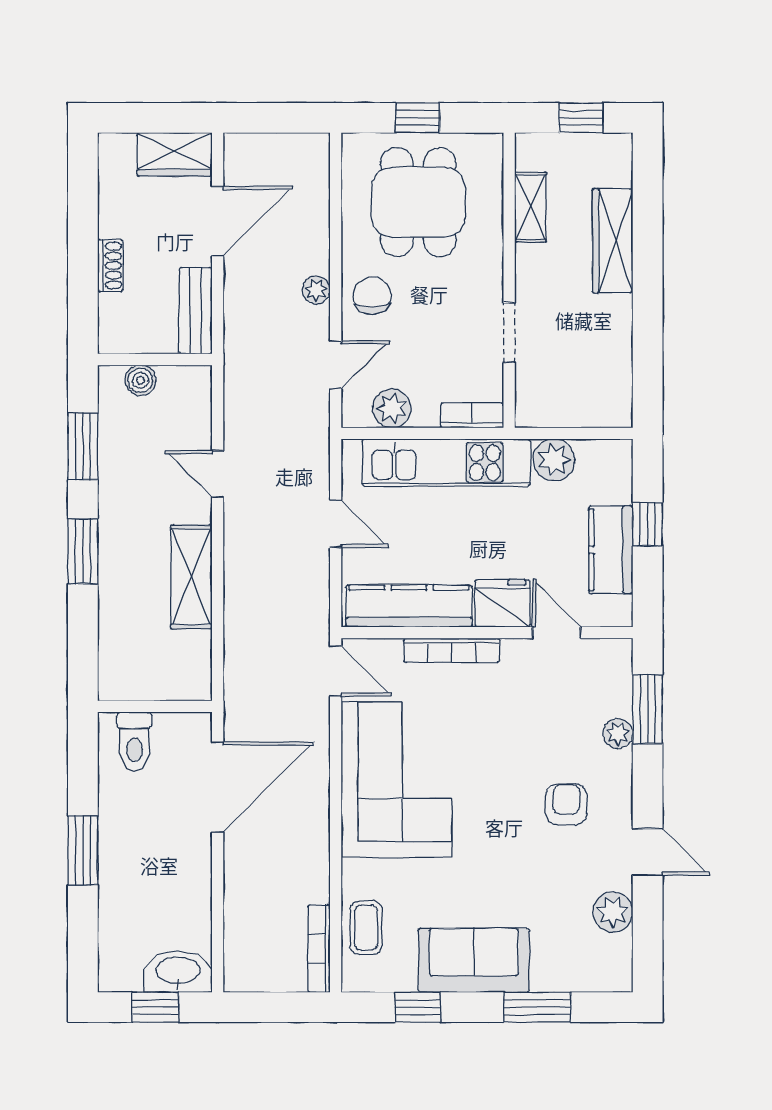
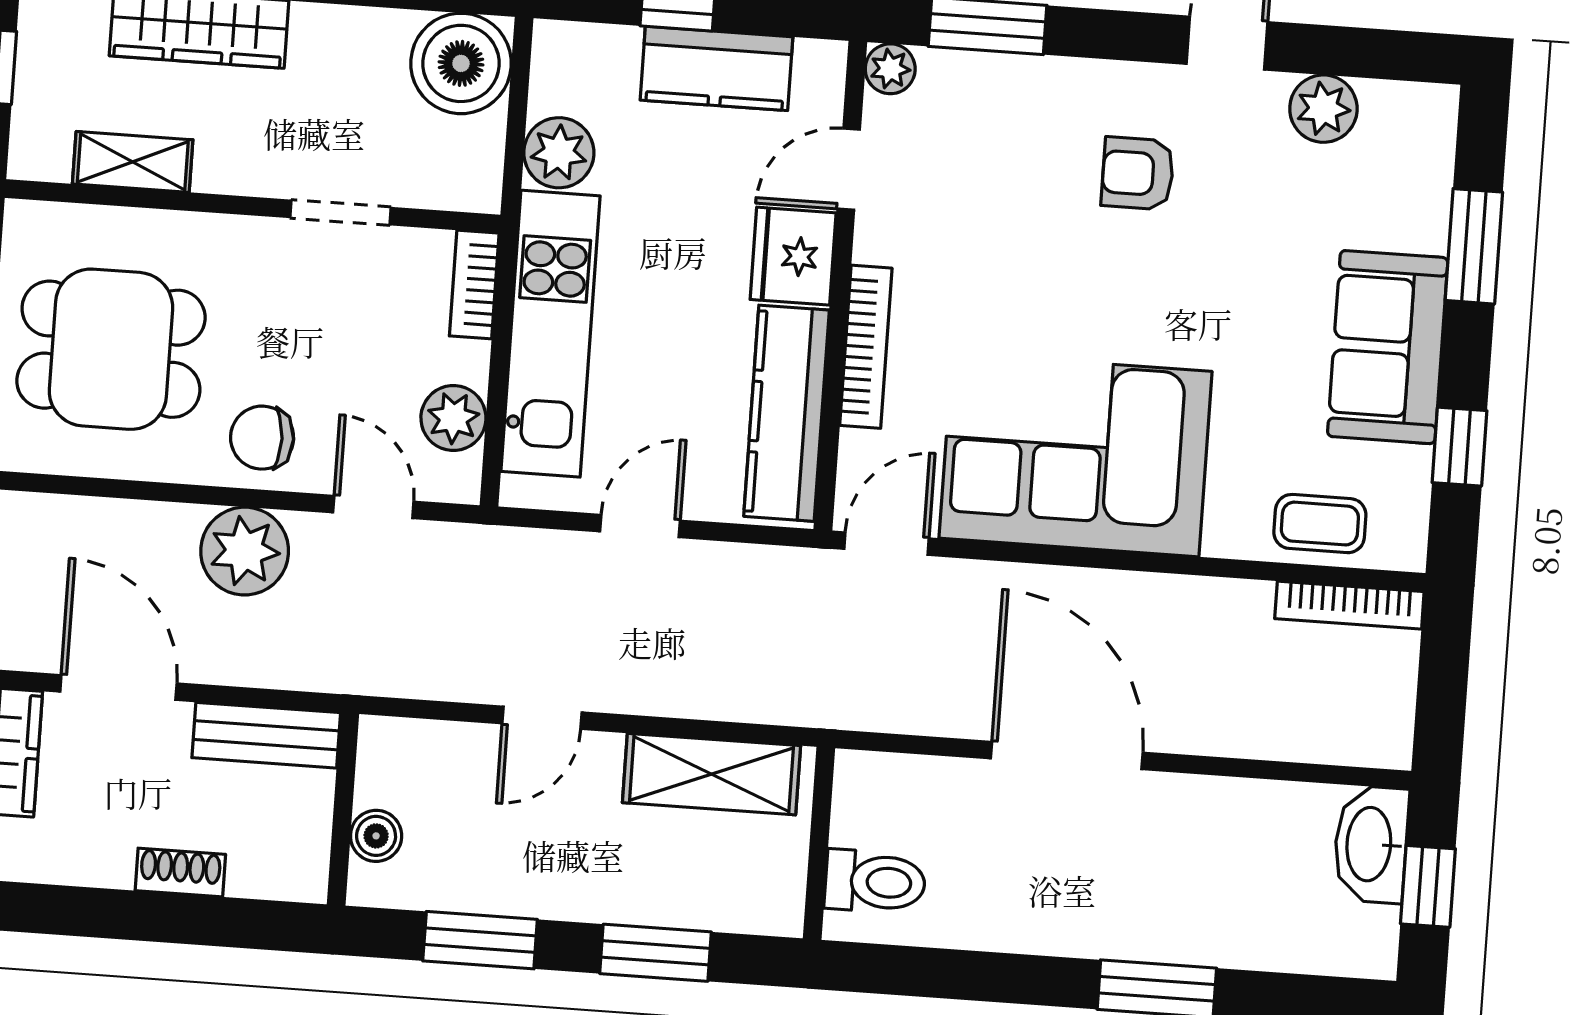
plant: (316, 290) -> (245, 551), width x1.88, depth x1.88
boiler: (603, 398) -> (461, 63), added
wall: (155, 706) -> (819, 843), moved
plant: (618, 734) -> (890, 69), moved
toilet: (134, 741) -> (875, 882), moved

